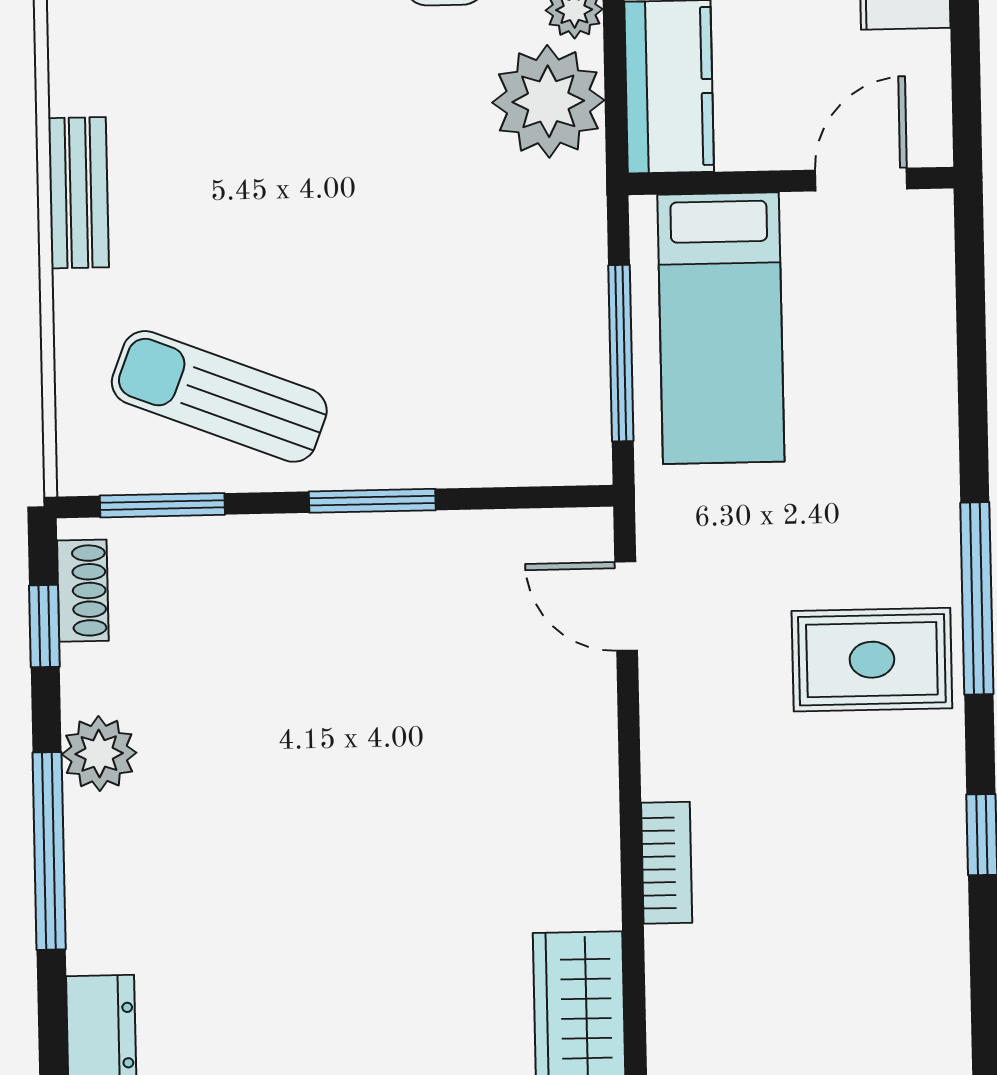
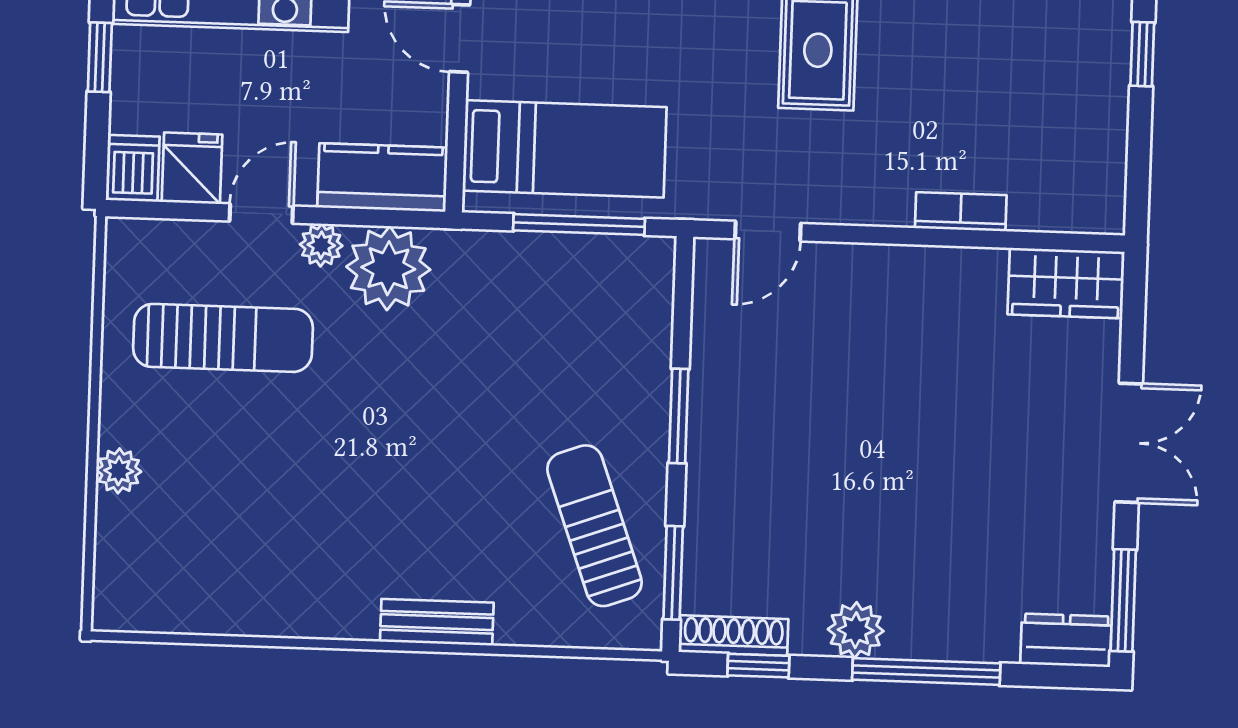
sun lounger: (219, 396) -> (594, 526), turned 139
shoe rack: (83, 591) -> (734, 636), width x1.43

